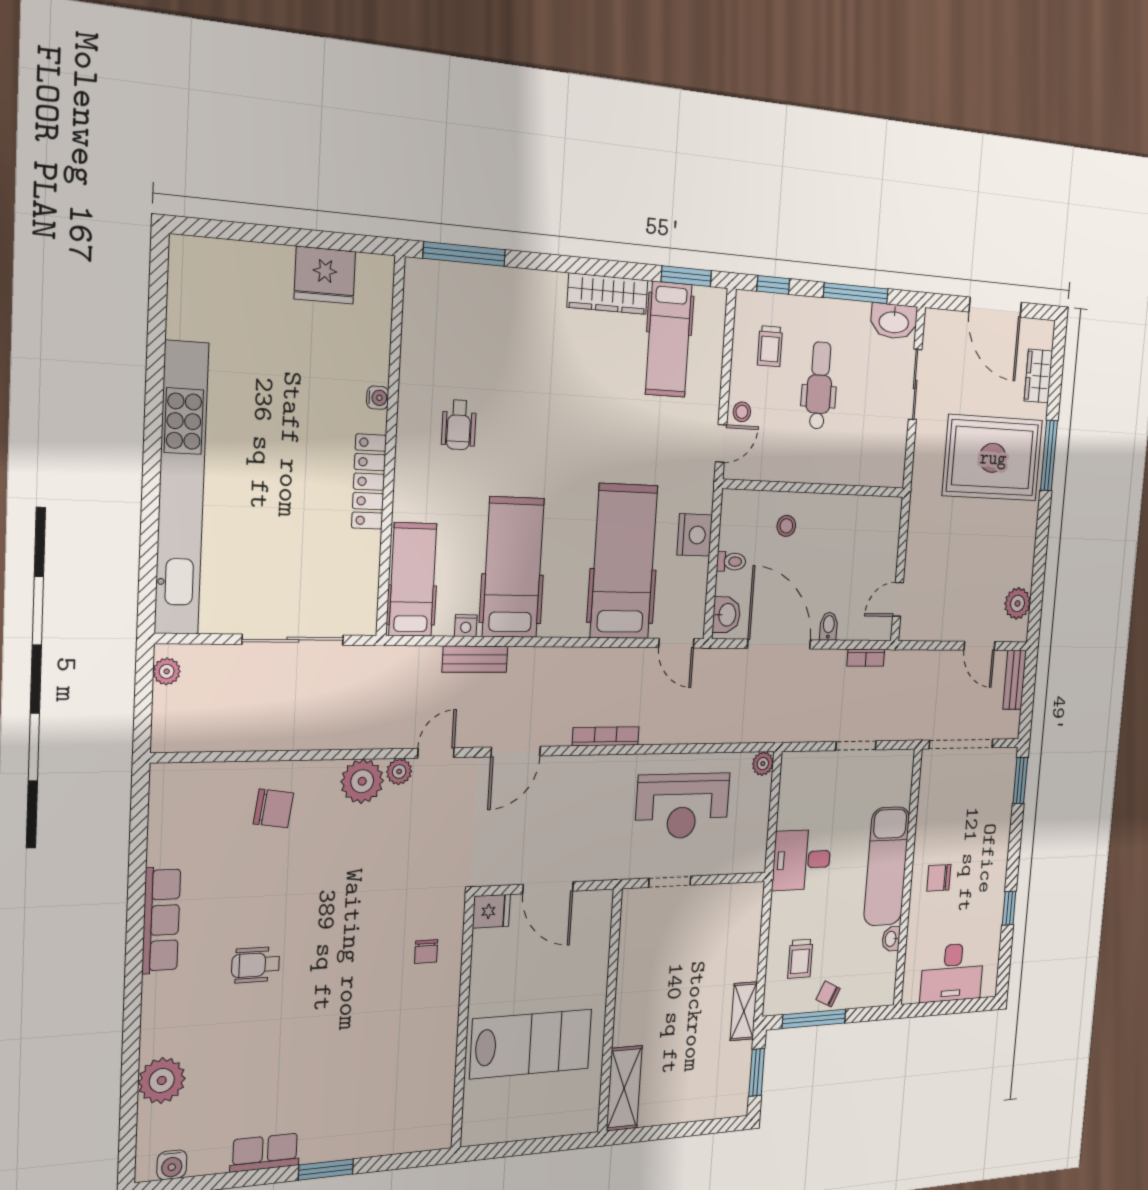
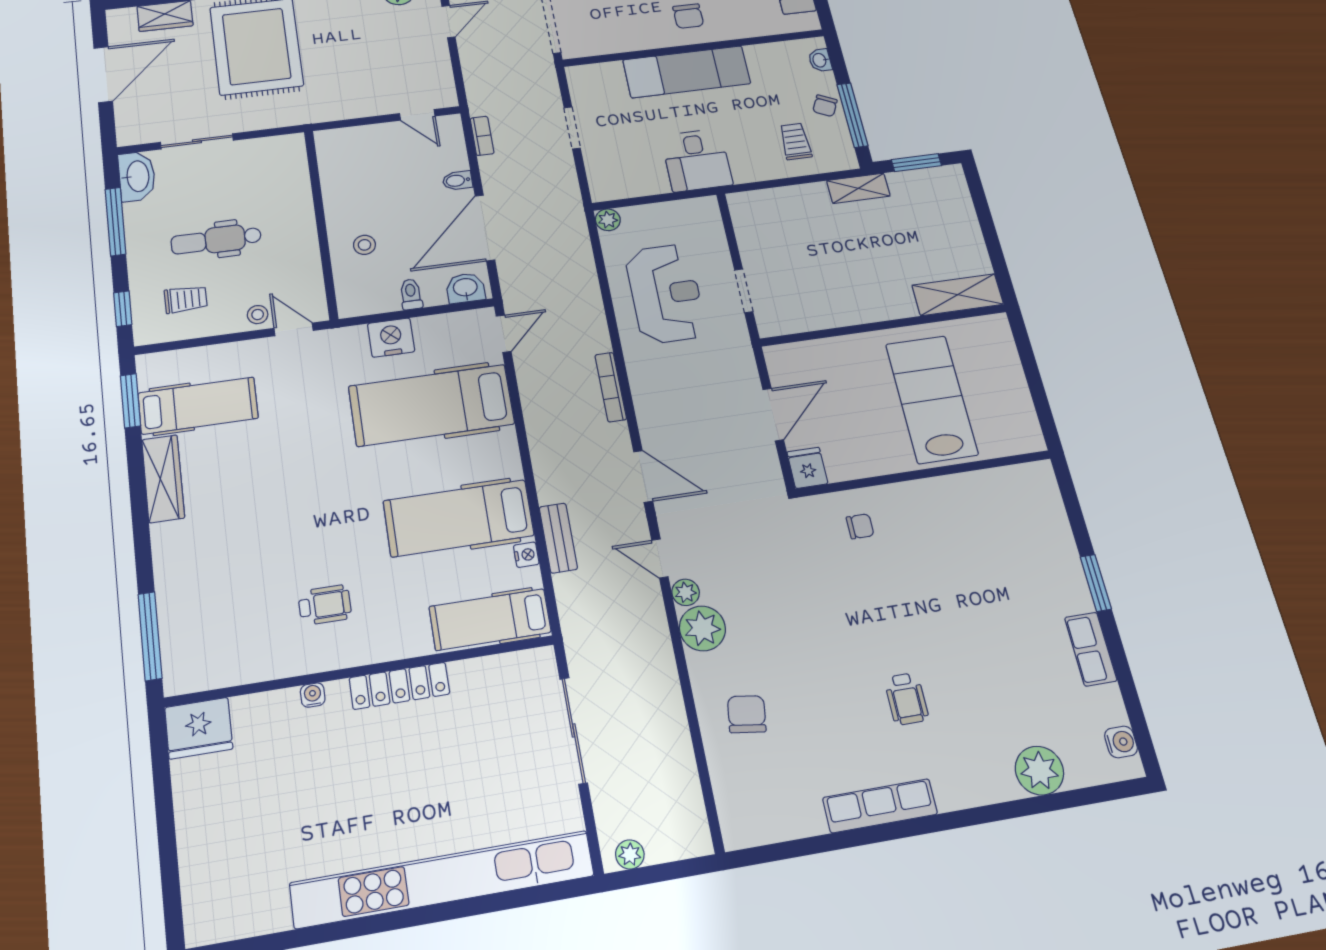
fridge: (325, 275) -> (199, 728), moved, turned 90
washbasin: (891, 939) -> (820, 60), moved, turned 90
trolley: (800, 959) -> (795, 141), turned -90

